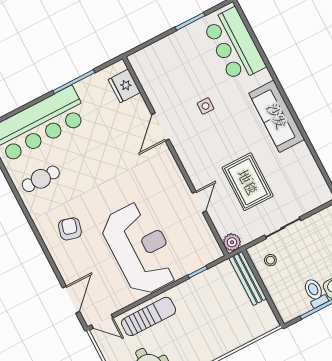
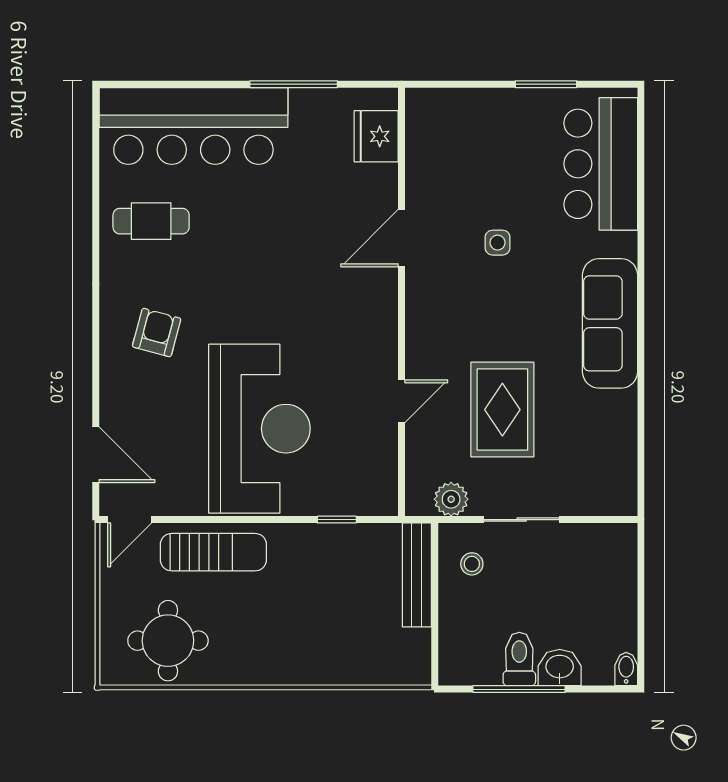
plant: (232, 242) -> (451, 499), moved
door: (71, 300) -> (96, 455), hinge flipped
door: (102, 321) -> (130, 520), hinge flipped

